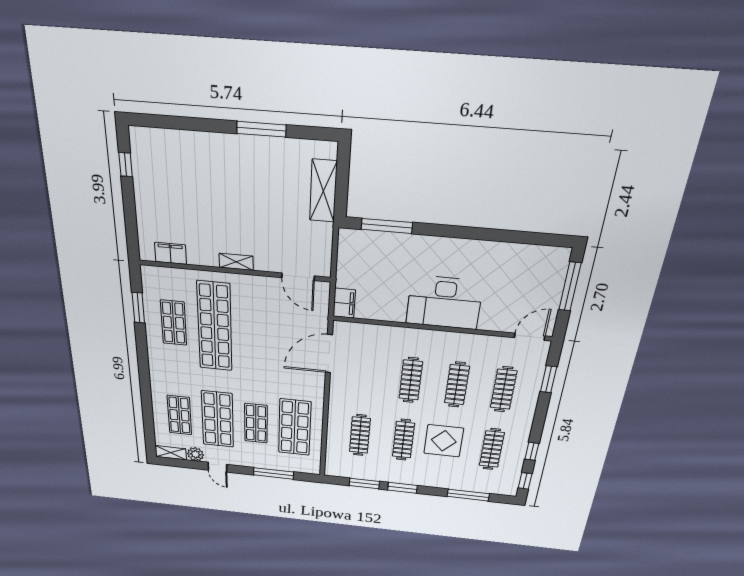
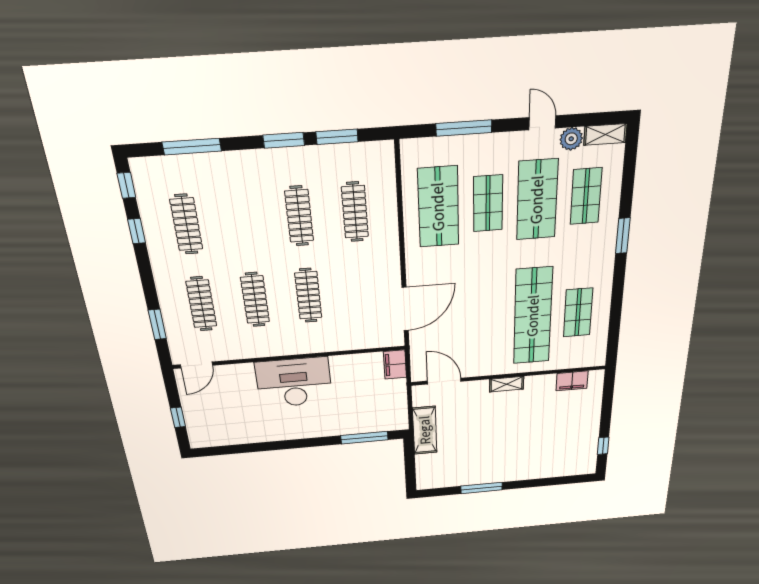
shelving: (323, 191) -> (425, 430), moved
window: (570, 286) -> (178, 417), width x0.46
window: (138, 308) -> (623, 236), moved
display table: (444, 441) -> (249, 224), removed

